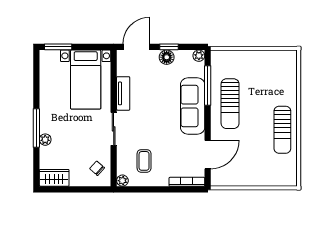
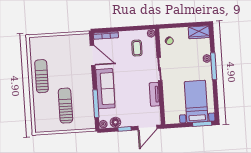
floor lamp: (167, 57) -> (115, 122), moved
bed with nightstands: (86, 79) -> (196, 101), moved
sun lounger: (230, 104) -> (65, 106), moved
door: (208, 155) -> (93, 55), swing flipped

